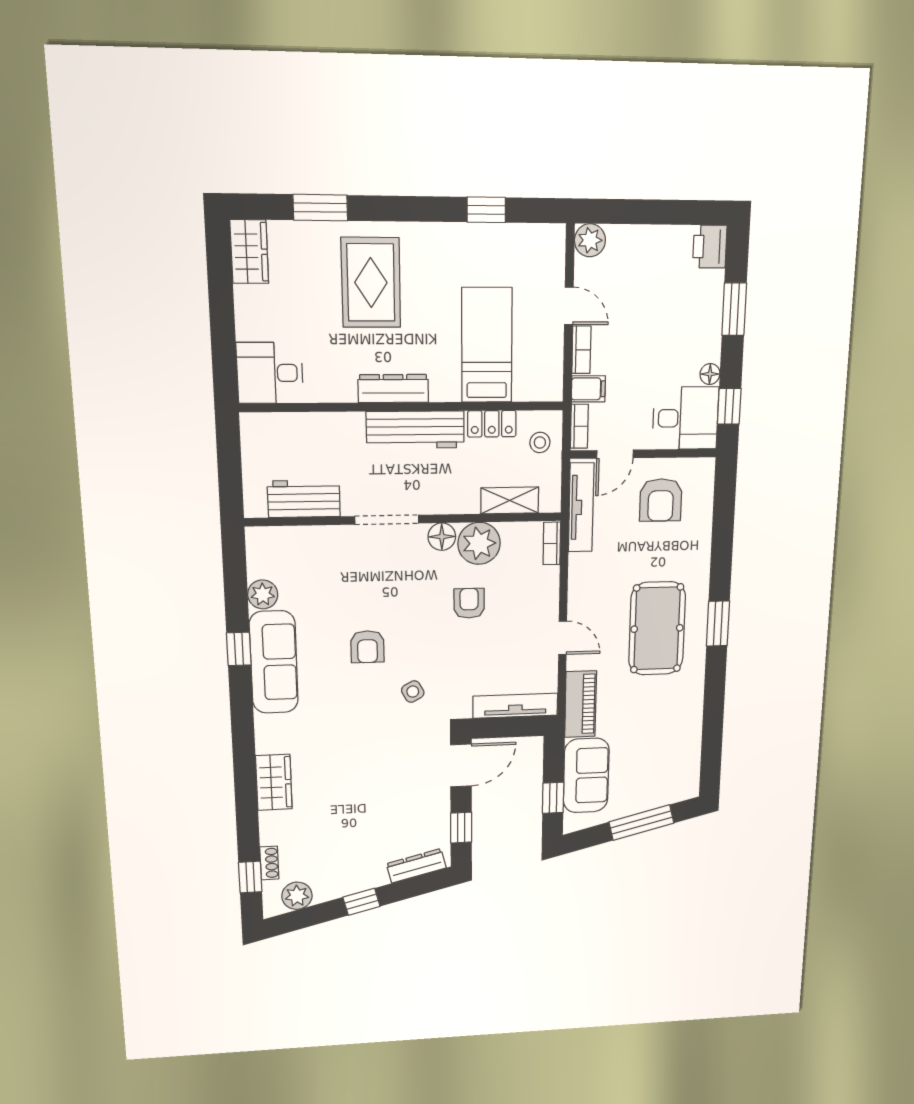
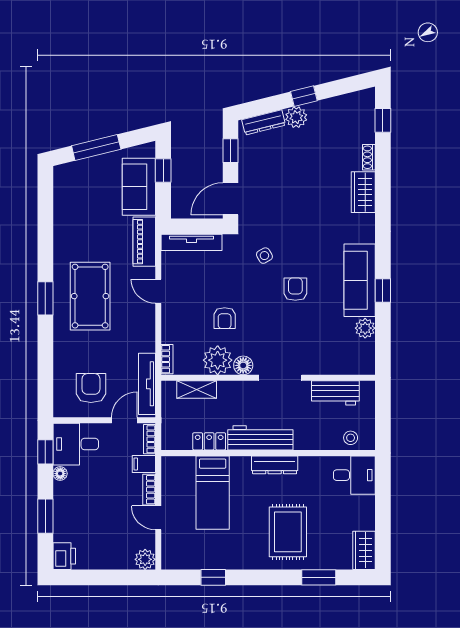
stool: (540, 442) -> (351, 438), moved
shoe rack: (269, 863) -> (369, 157), moved
plant: (297, 896) -> (296, 117), moved

